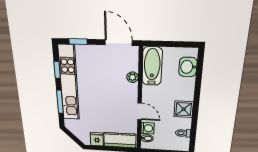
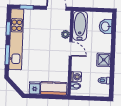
door: (140, 111) -> (71, 49), moved

